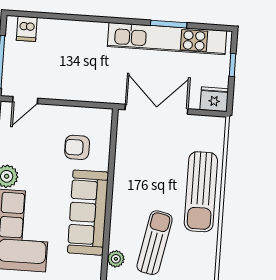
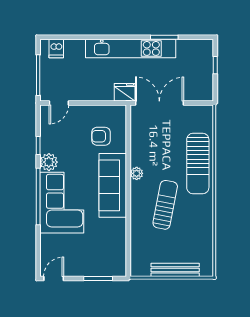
kitchen unit: (167, 39) -> (131, 48), moved
fridge: (214, 99) -> (125, 92), moved
plant: (116, 259) -> (137, 173), moved

